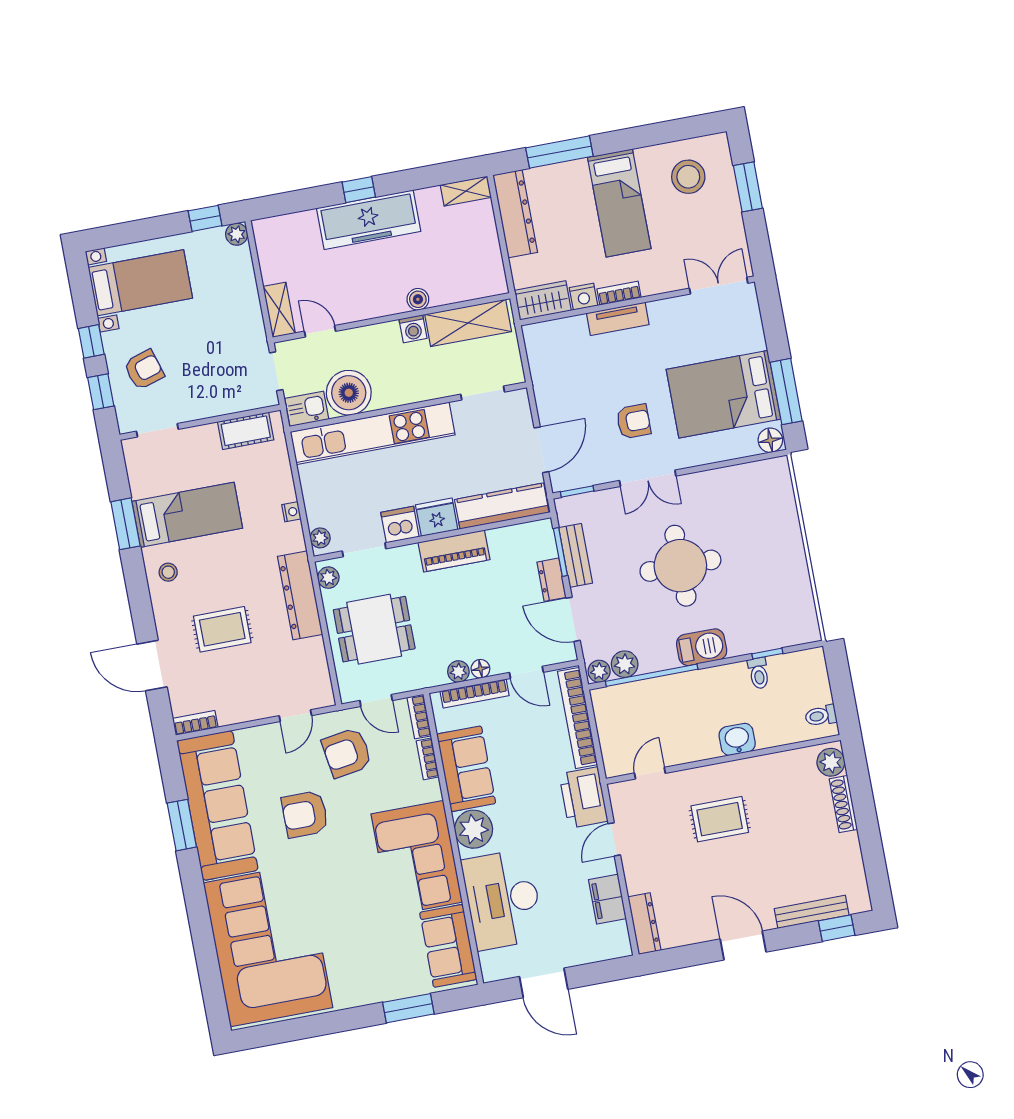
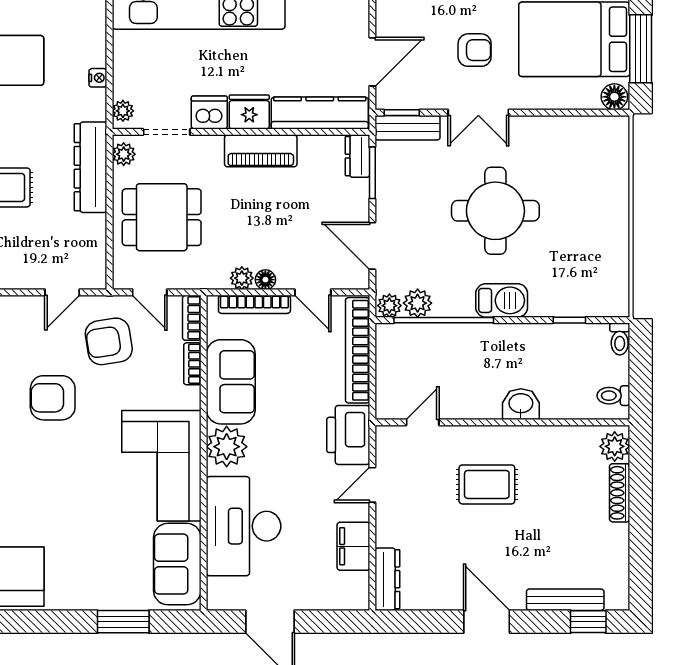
bench: (576, 555) -> (408, 128), moved, turned 90
dresser: (552, 580) -> (358, 156), moved
toilet: (759, 673) -> (620, 339), moved

